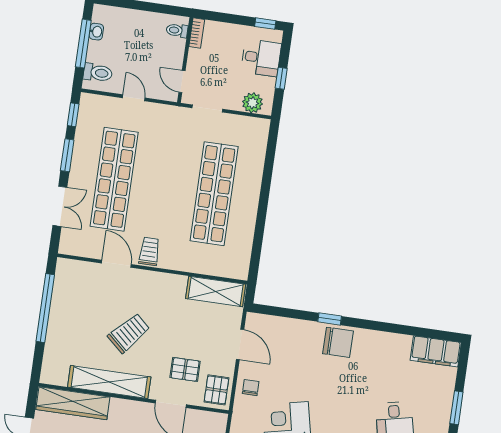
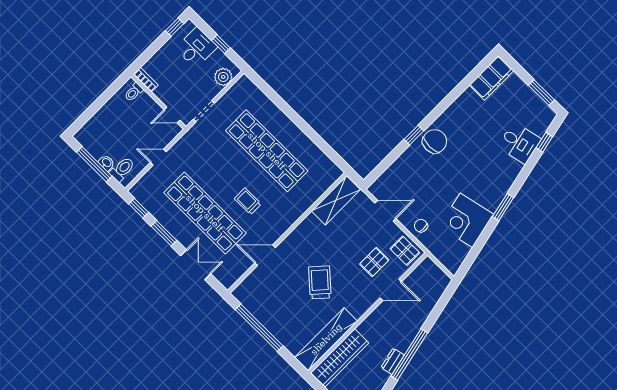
washbasin: (96, 32) -> (106, 163), moved
trolley: (149, 251) -> (248, 201), moved
shelving: (109, 382) -> (326, 339), moved

